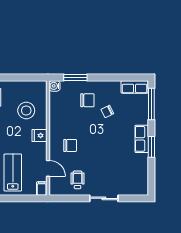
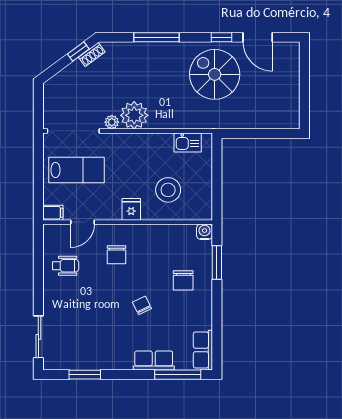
chair: (107, 112) -> (142, 305), moved
row of seats: (142, 139) -> (154, 361), moved
window: (151, 147) -> (85, 375), moved
sliding door: (104, 198) -> (38, 337), moved

